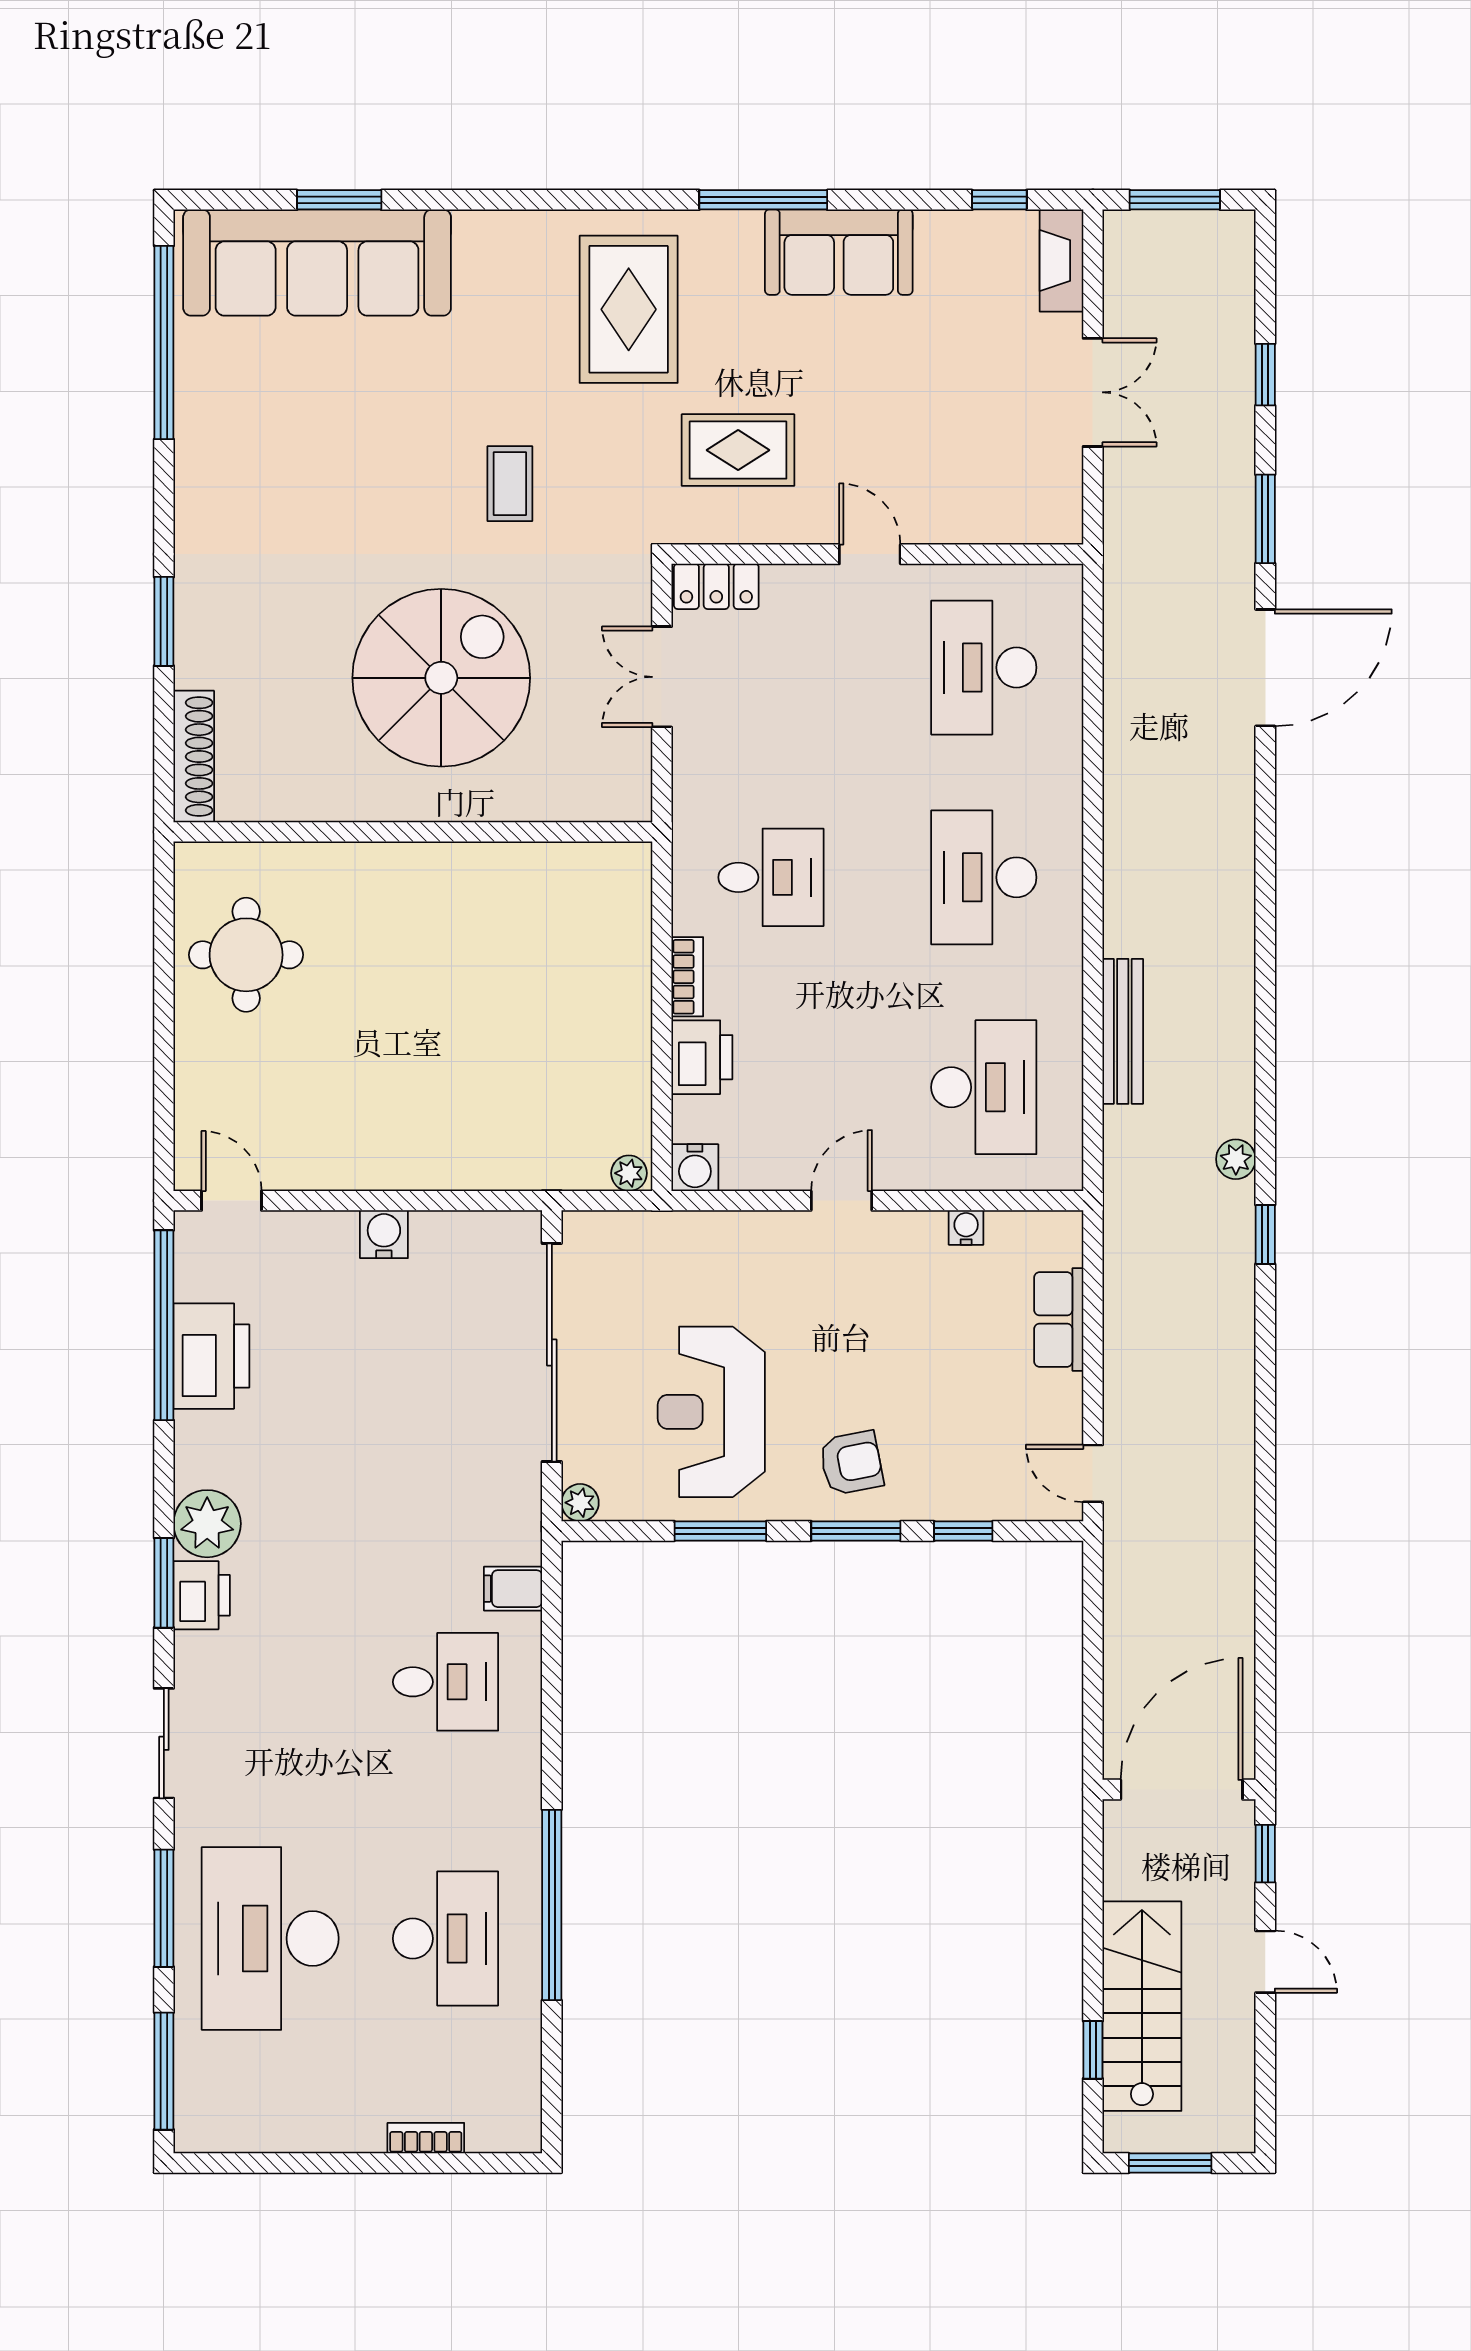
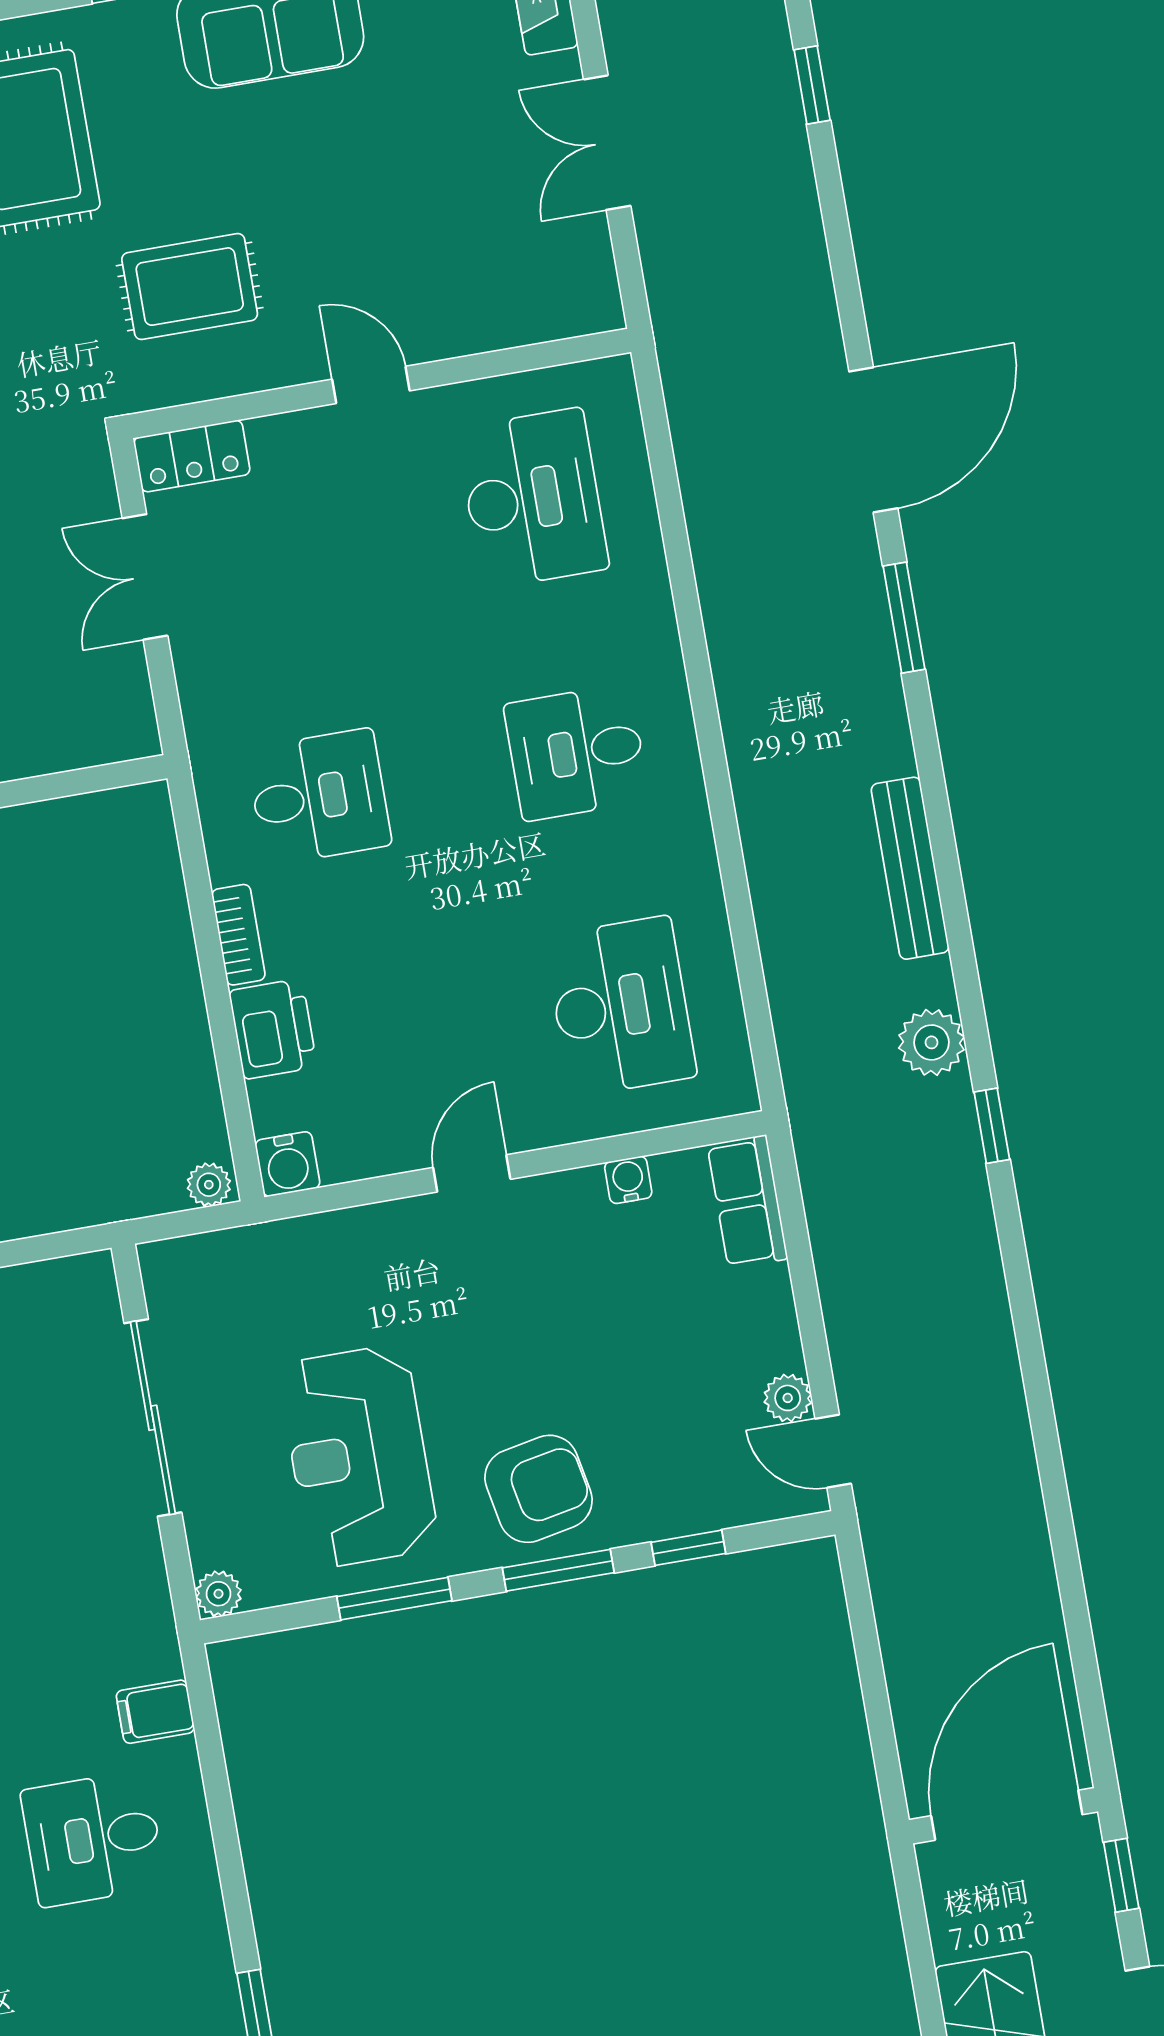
double door: (1093, 392) -> (607, 143), swing flipped
window: (1265, 519) -> (904, 618), moved
desk: (984, 668) -> (533, 498), turned 180
desk: (984, 877) -> (577, 752), width x0.73
bench: (1123, 1031) -> (910, 868), moved
plant: (1236, 1159) -> (931, 1042), width x1.38, depth x1.38
row of seats: (1059, 1319) -> (747, 1202), moved
sliding door: (552, 1352) -> (153, 1418), width x0.73
plant: (1064, 1425) -> (788, 1398), added
armchair: (851, 1463) -> (539, 1489), width x1.38, depth x1.38
desk: (445, 1682) -> (93, 1839), turned 180

